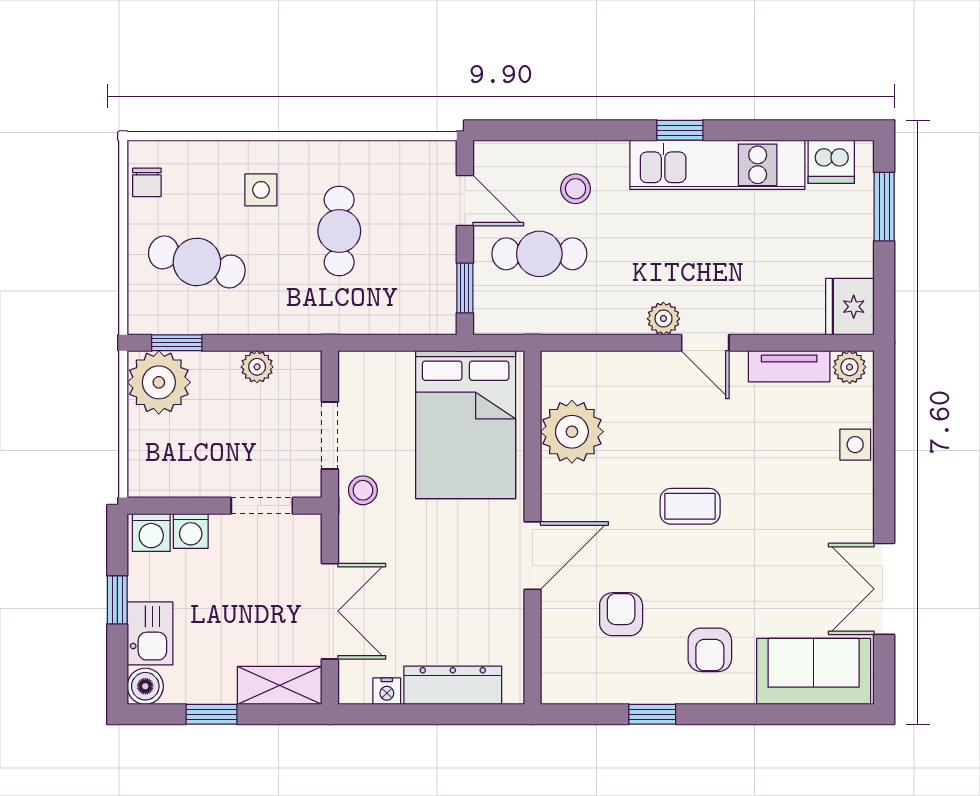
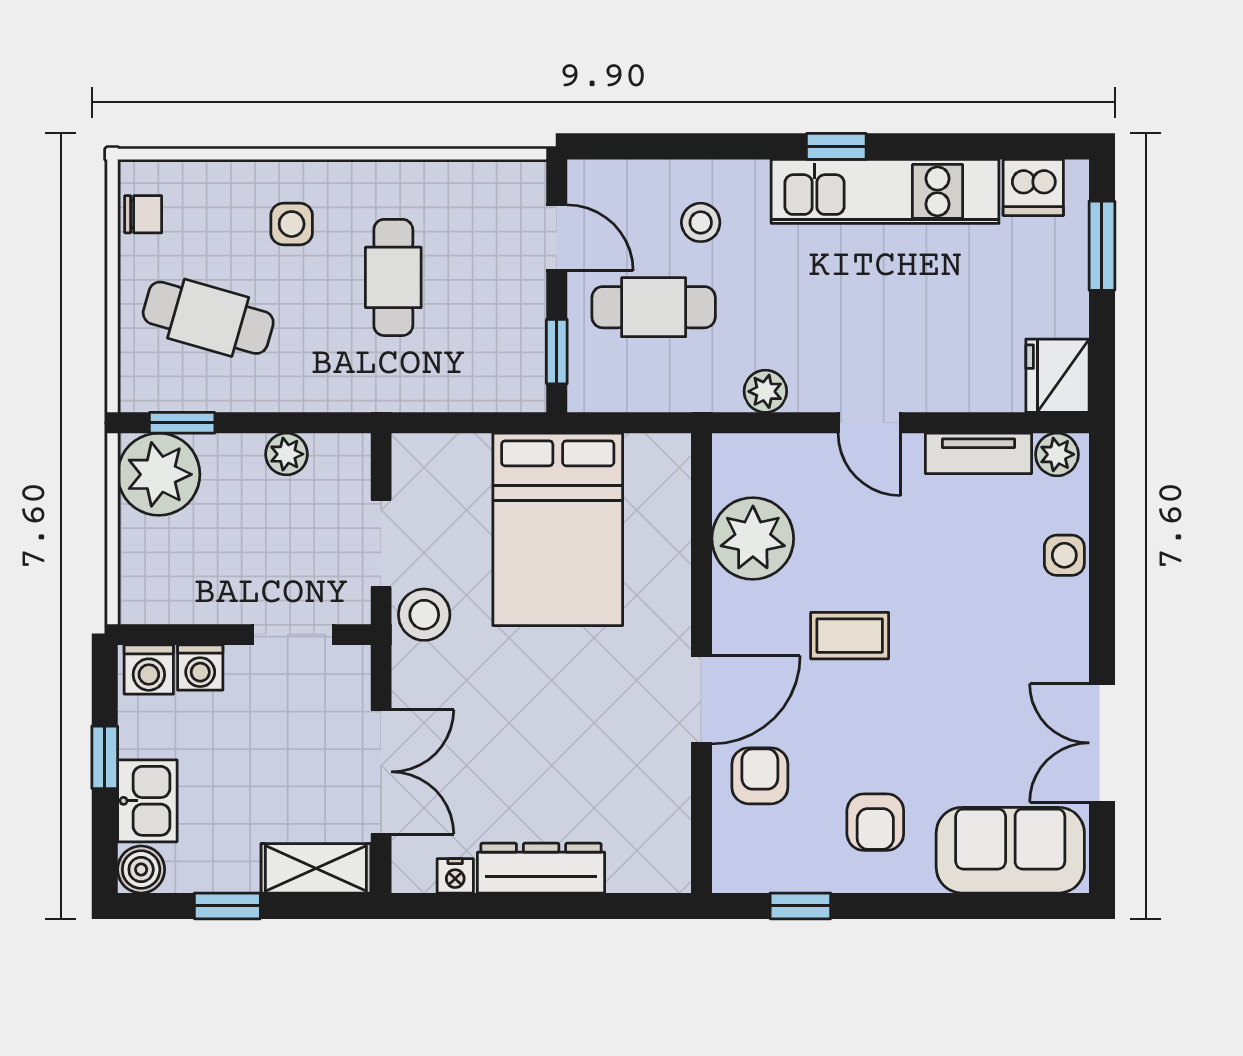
chair: (147, 182) -> (143, 214), turned -90
plant: (663, 319) -> (765, 391), moved
plant: (572, 432) -> (753, 538), moved
stool: (363, 490) -> (424, 615), width x1.37, depth x1.37
wall: (532, 527) -> (701, 663), moved
door: (532, 556) -> (701, 700), moved

